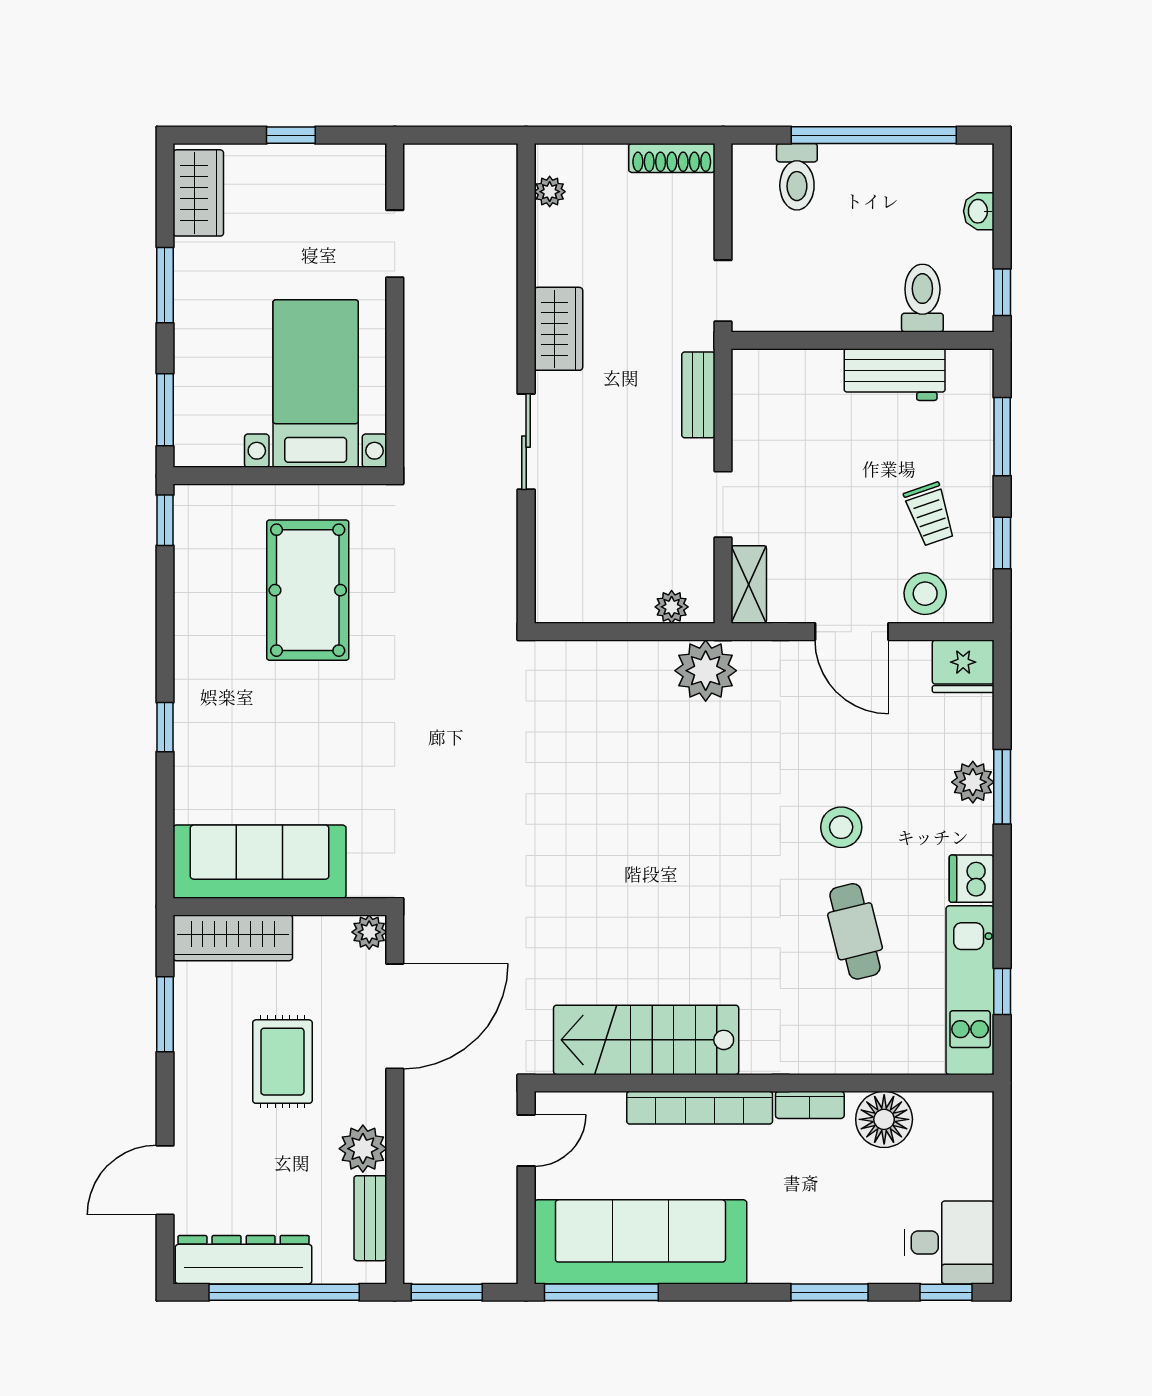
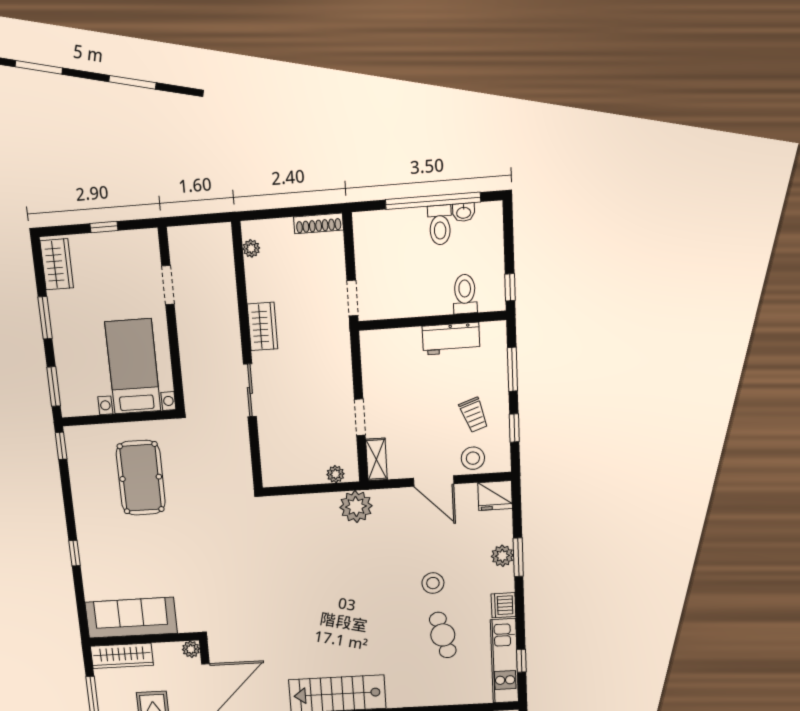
toilet: (797, 177) -> (440, 225), moved
washbasin: (979, 211) -> (464, 212), moved, turned -90
bench: (698, 395) -> (342, 358), removed

